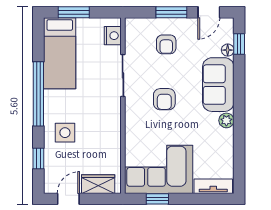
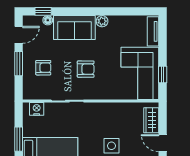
door: (209, 12) -> (19, 35), hinge flipped

